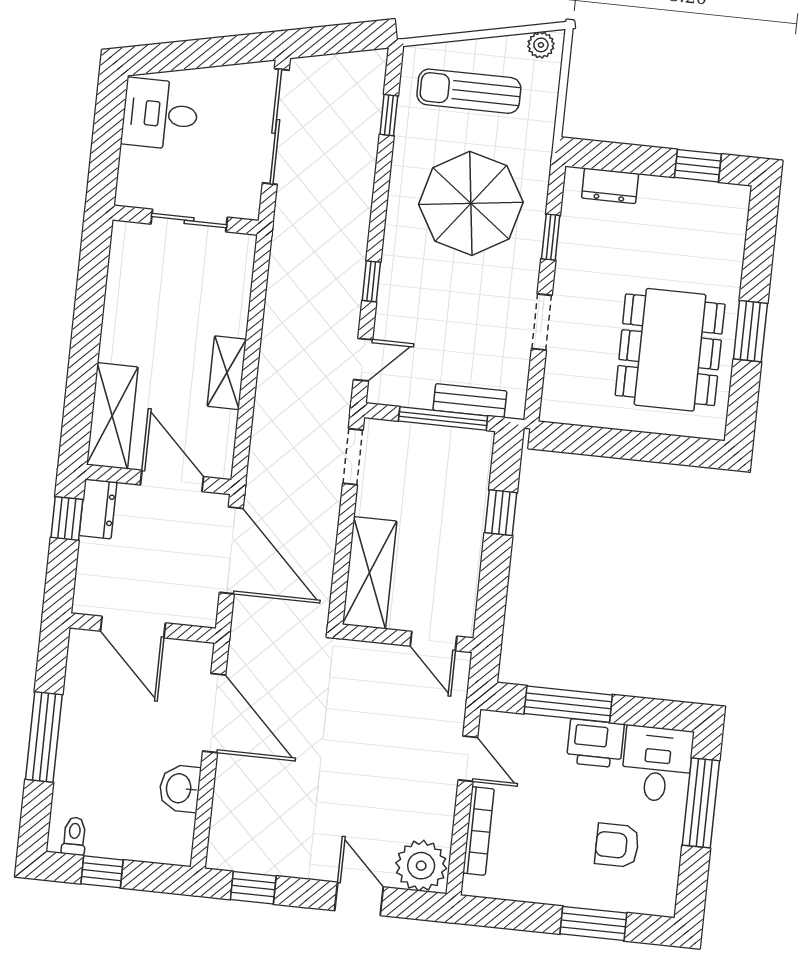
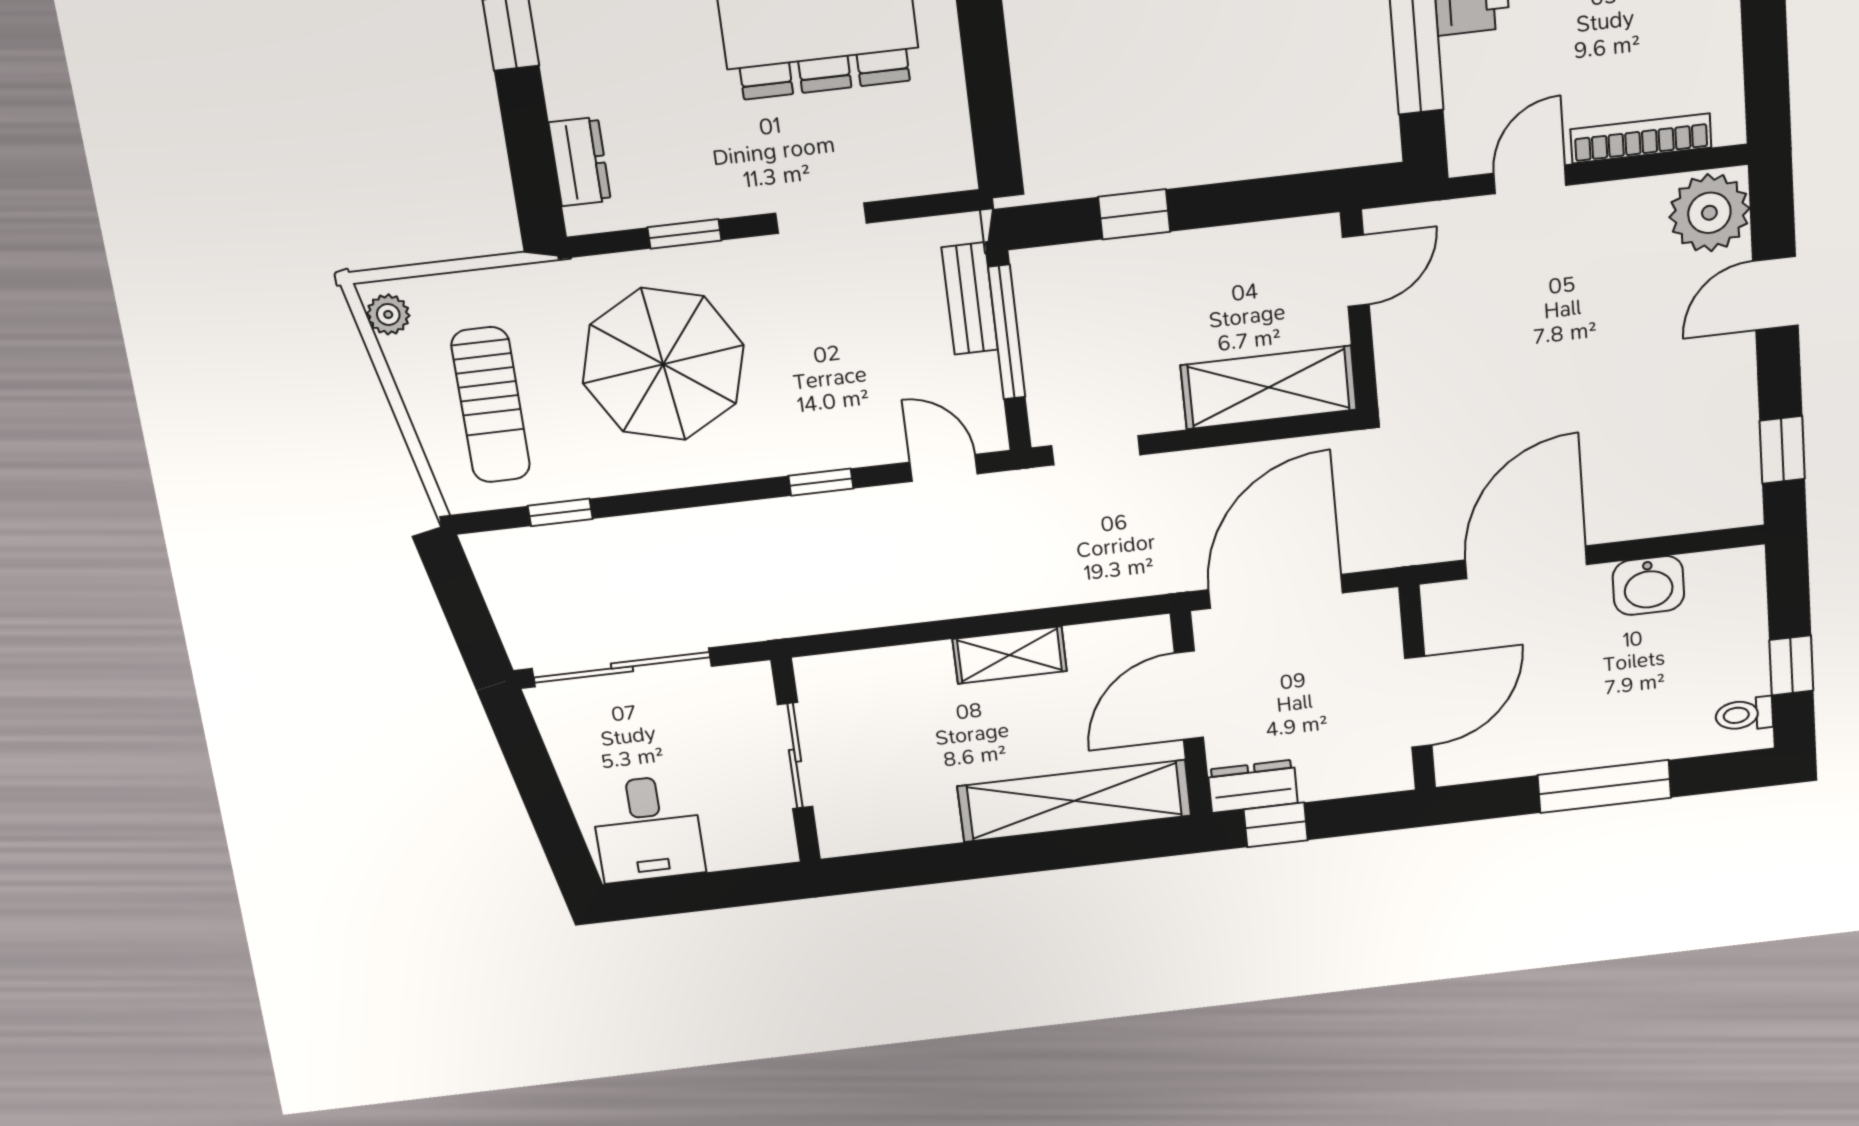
shelving: (112, 416) -> (1074, 801), width x1.47

